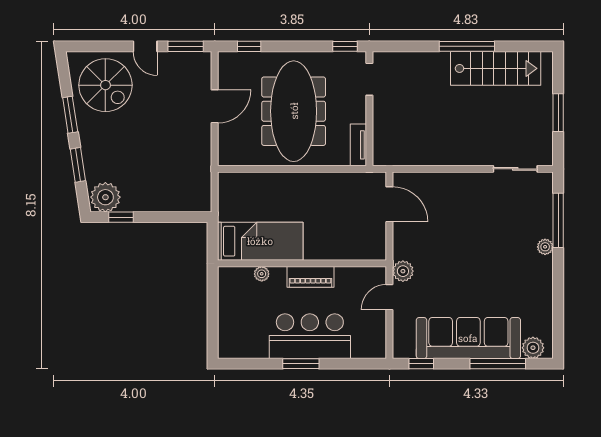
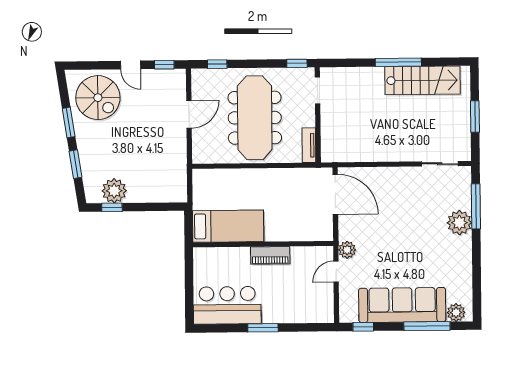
window: (186, 46) -> (164, 65), width x0.67
plant: (105, 197) -> (114, 191), moved
door: (389, 204) -> (335, 194), width x1.36
plant: (545, 247) -> (459, 223), width x1.88, depth x1.88
plant: (262, 274) -> (230, 253), removed
bar counter: (310, 336) -> (227, 305), moved

